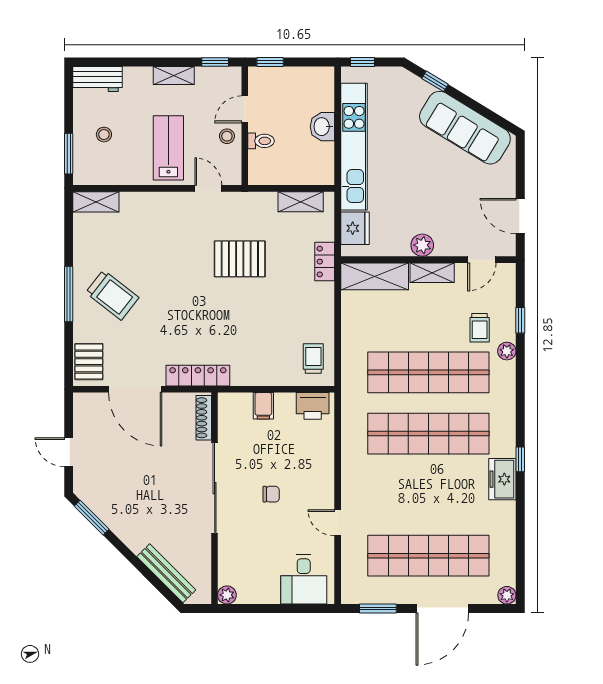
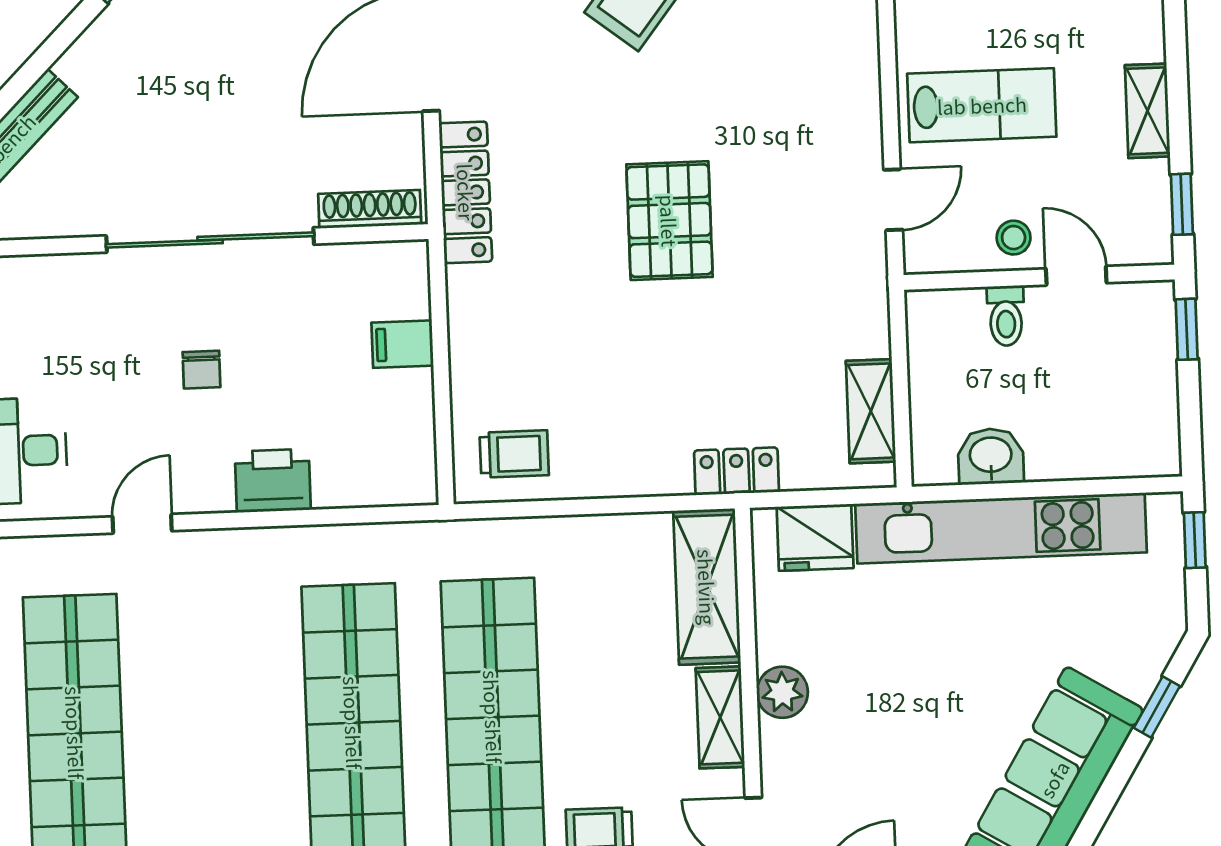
washbasin: (322, 127) -> (991, 456), moved
pallet: (240, 259) -> (669, 221), moved
printer: (313, 406) -> (273, 481), moved, turned 90

